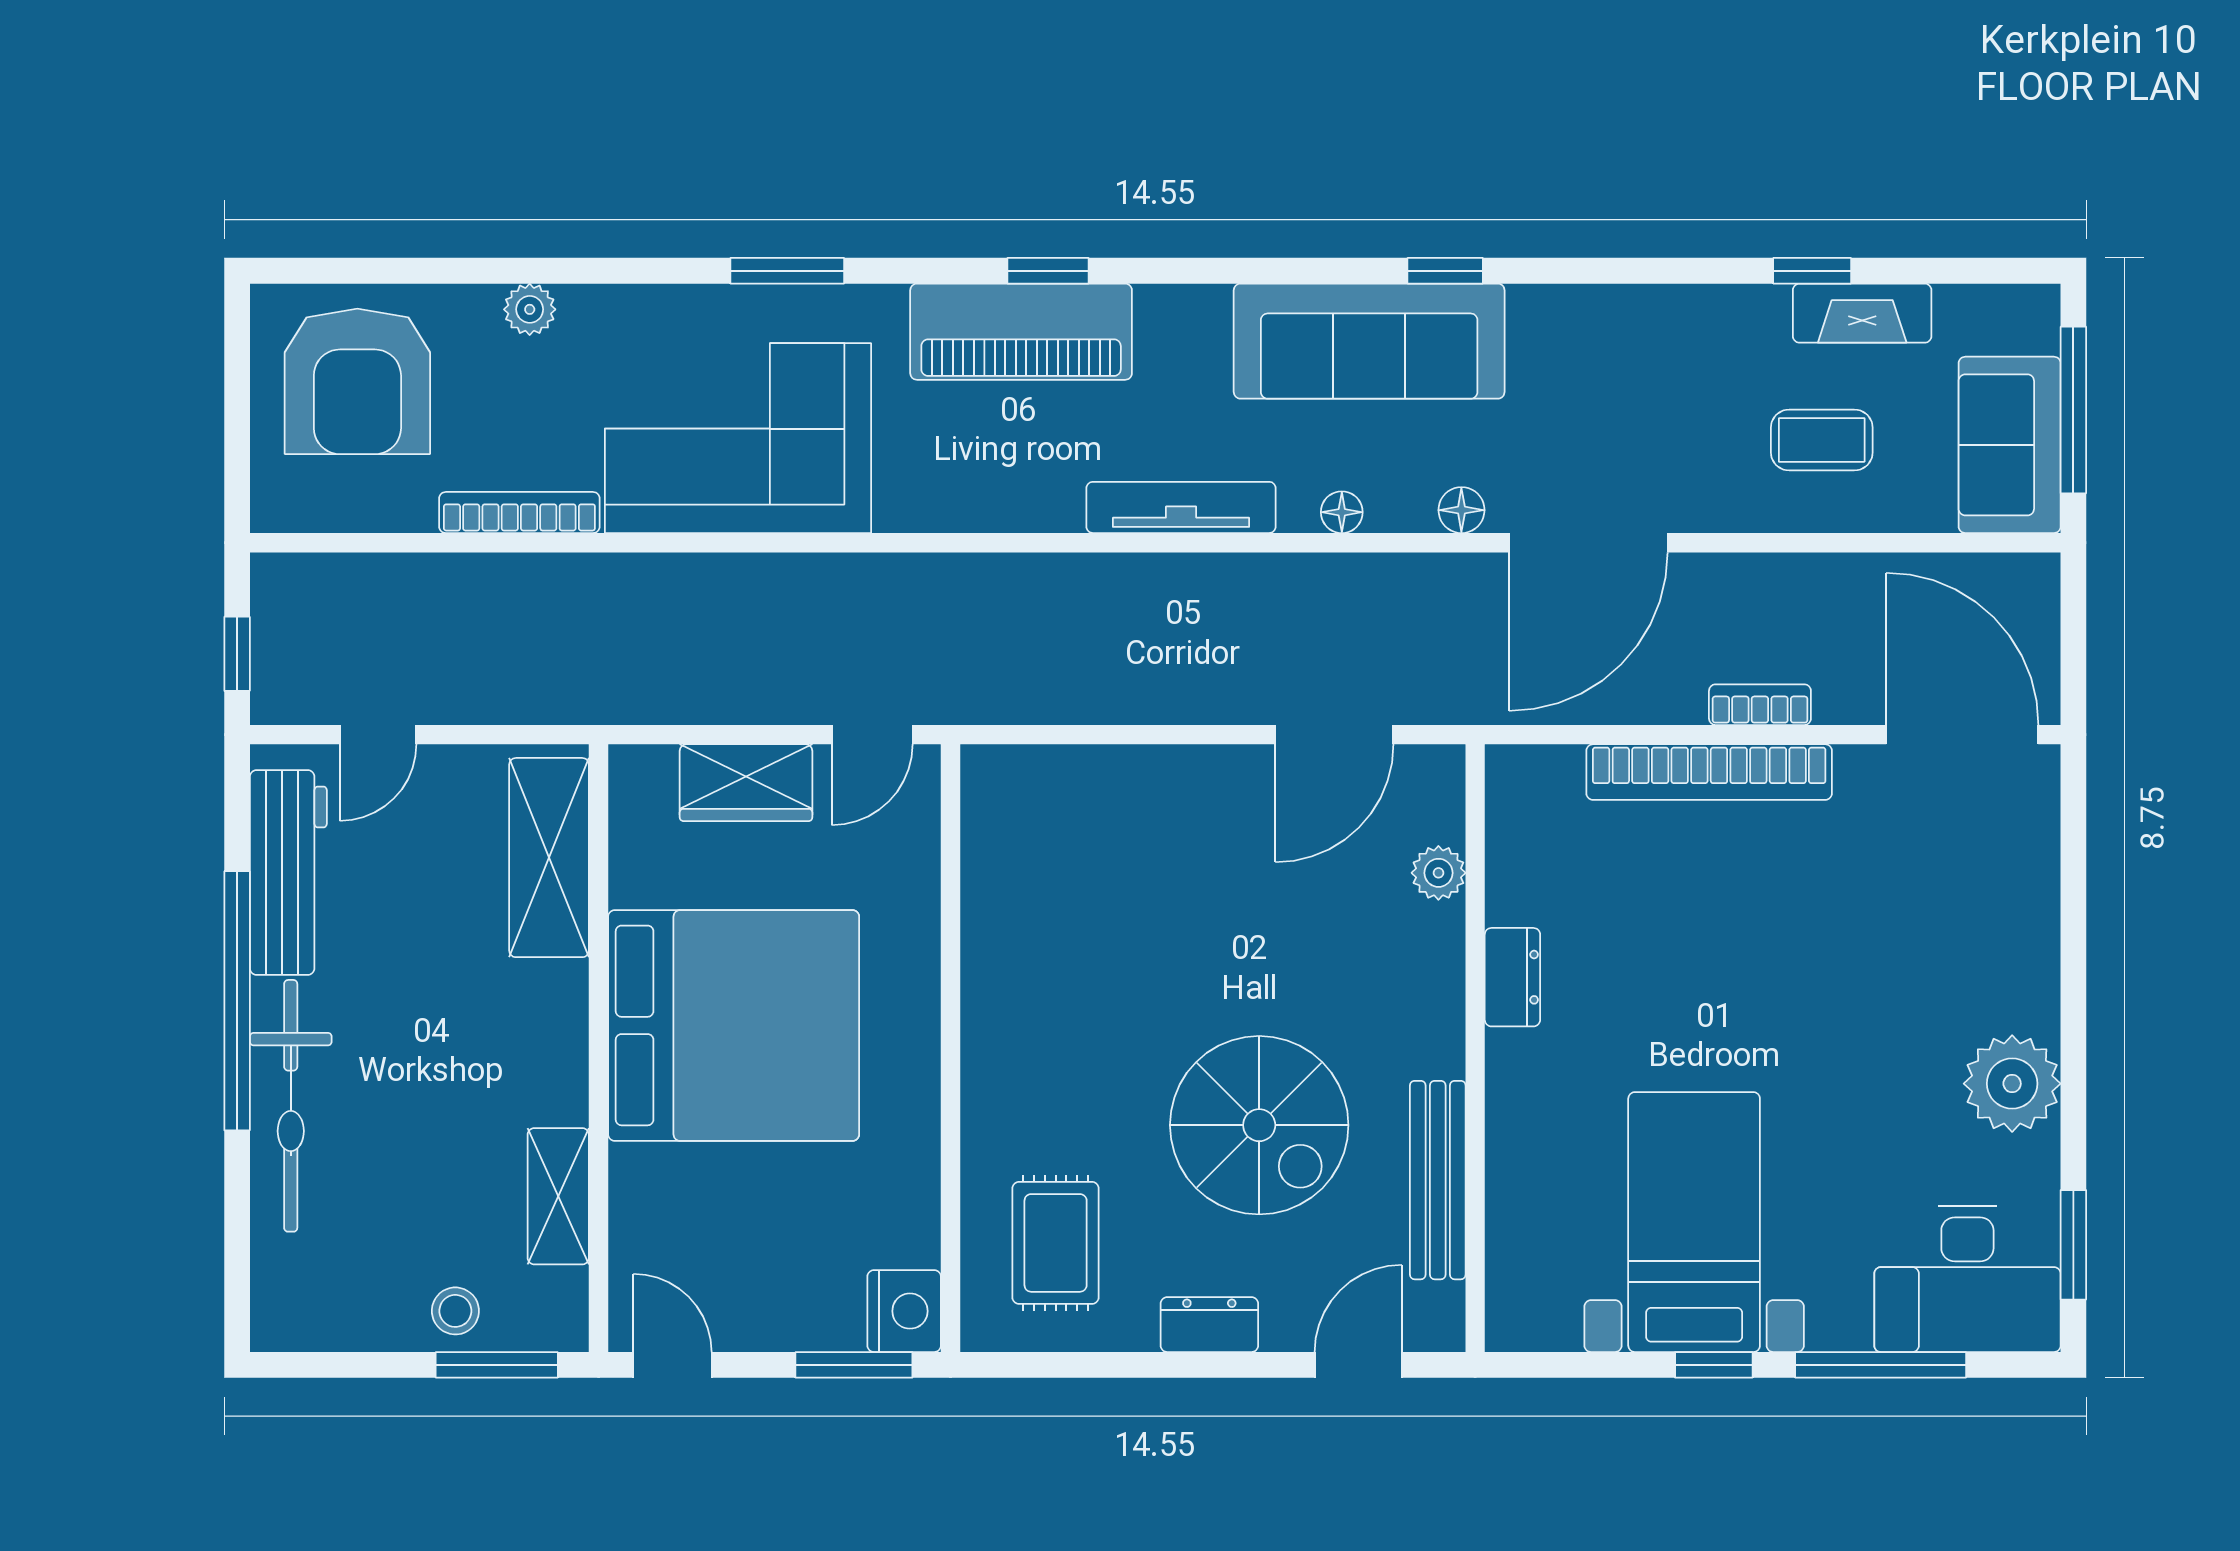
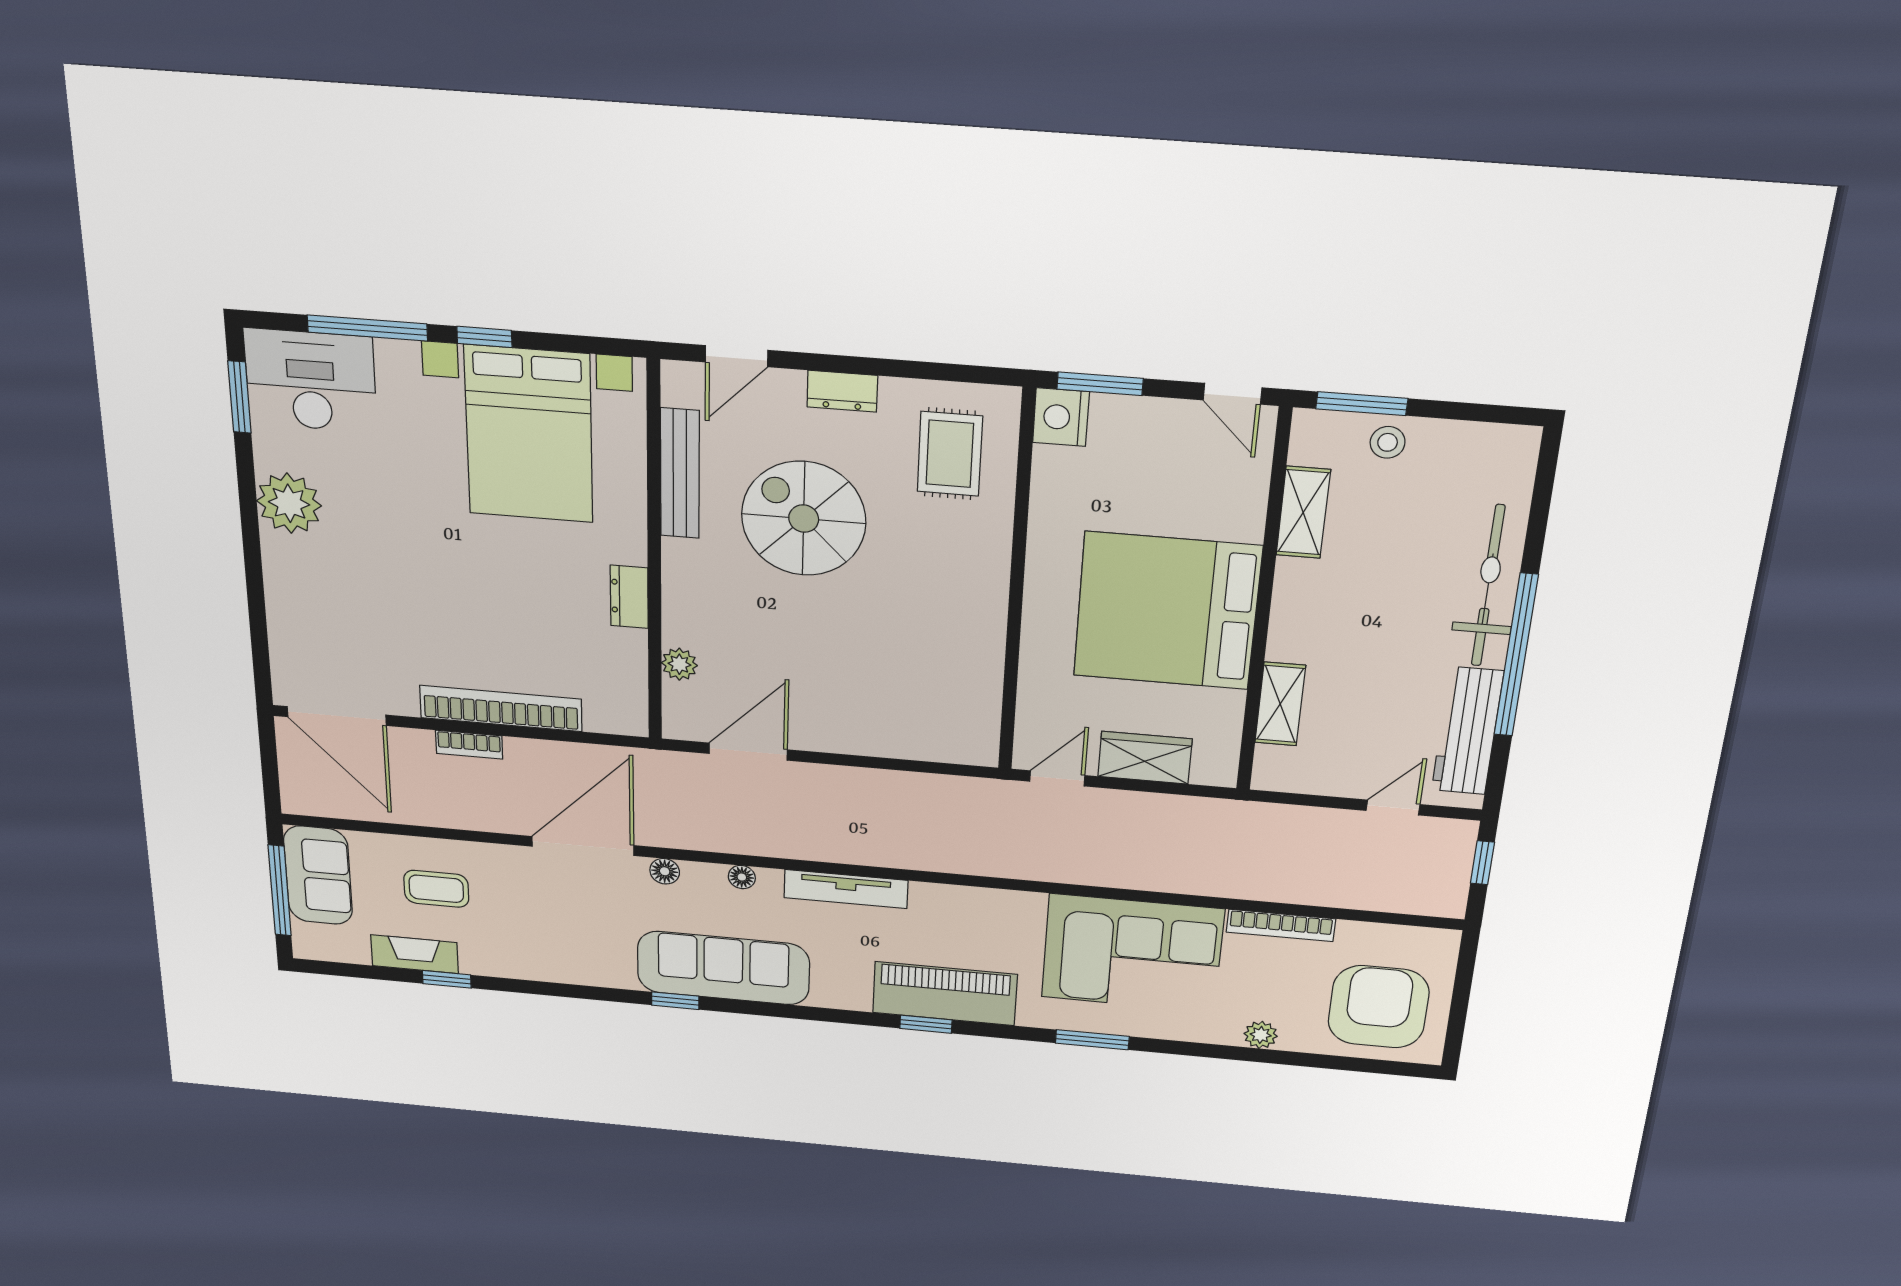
shelving: (549, 858) -> (1280, 704), width x0.67, depth x0.75
bed with nightstands: (1694, 1222) -> (529, 434), width x1.36

